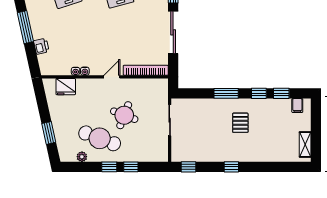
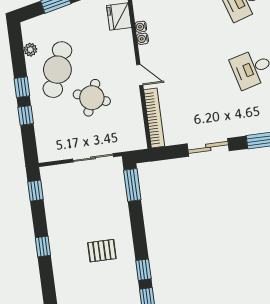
sliding door: (173, 32) -> (208, 147), width x0.73
window: (226, 93) -> (132, 185), moved

